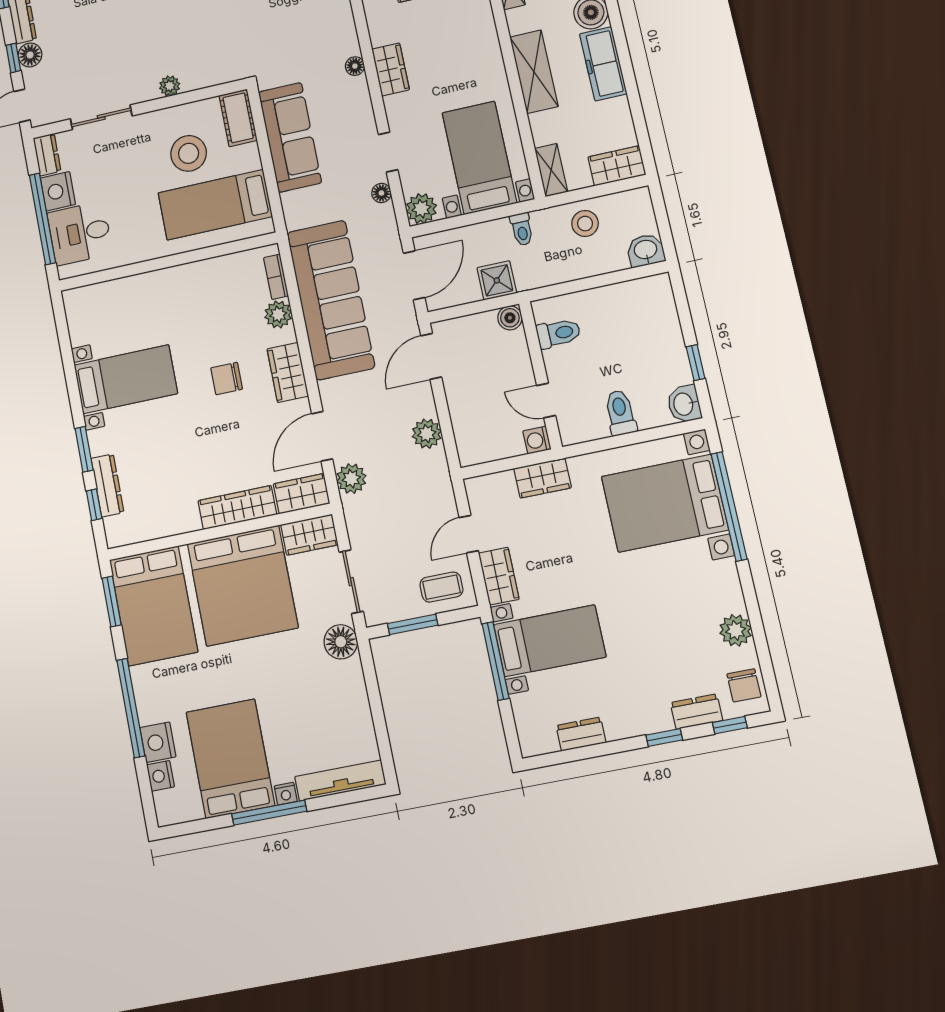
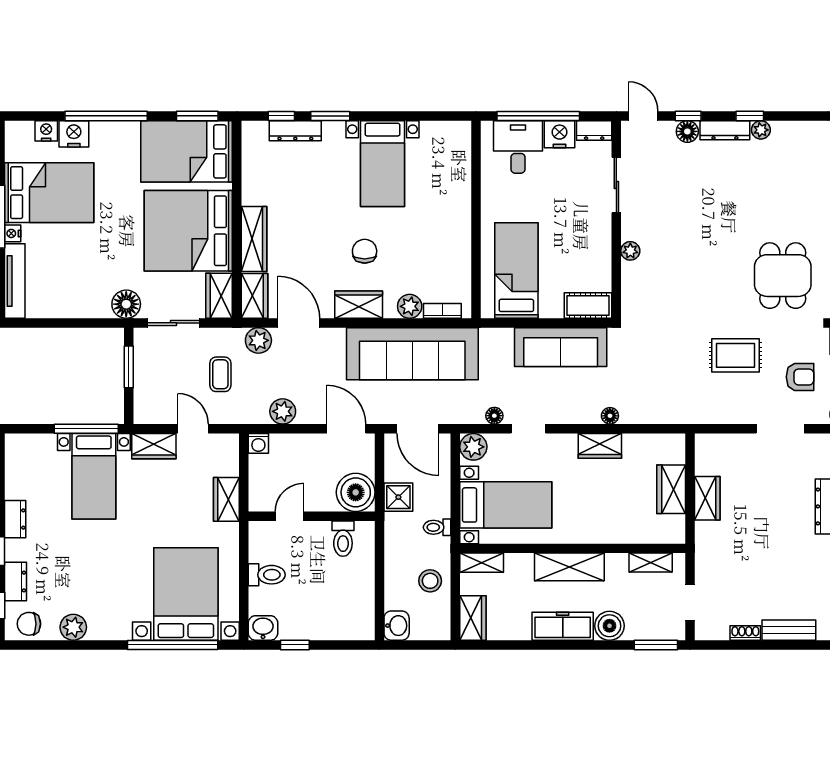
stool: (189, 153) -> (567, 256), removed
boiler: (510, 318) -> (356, 492), width x1.86, depth x1.86
washing machine: (537, 440) -> (258, 443), moved, turned 180
coffee table: (441, 587) -> (220, 374), moved
dresser: (581, 734) -> (15, 519), moved

